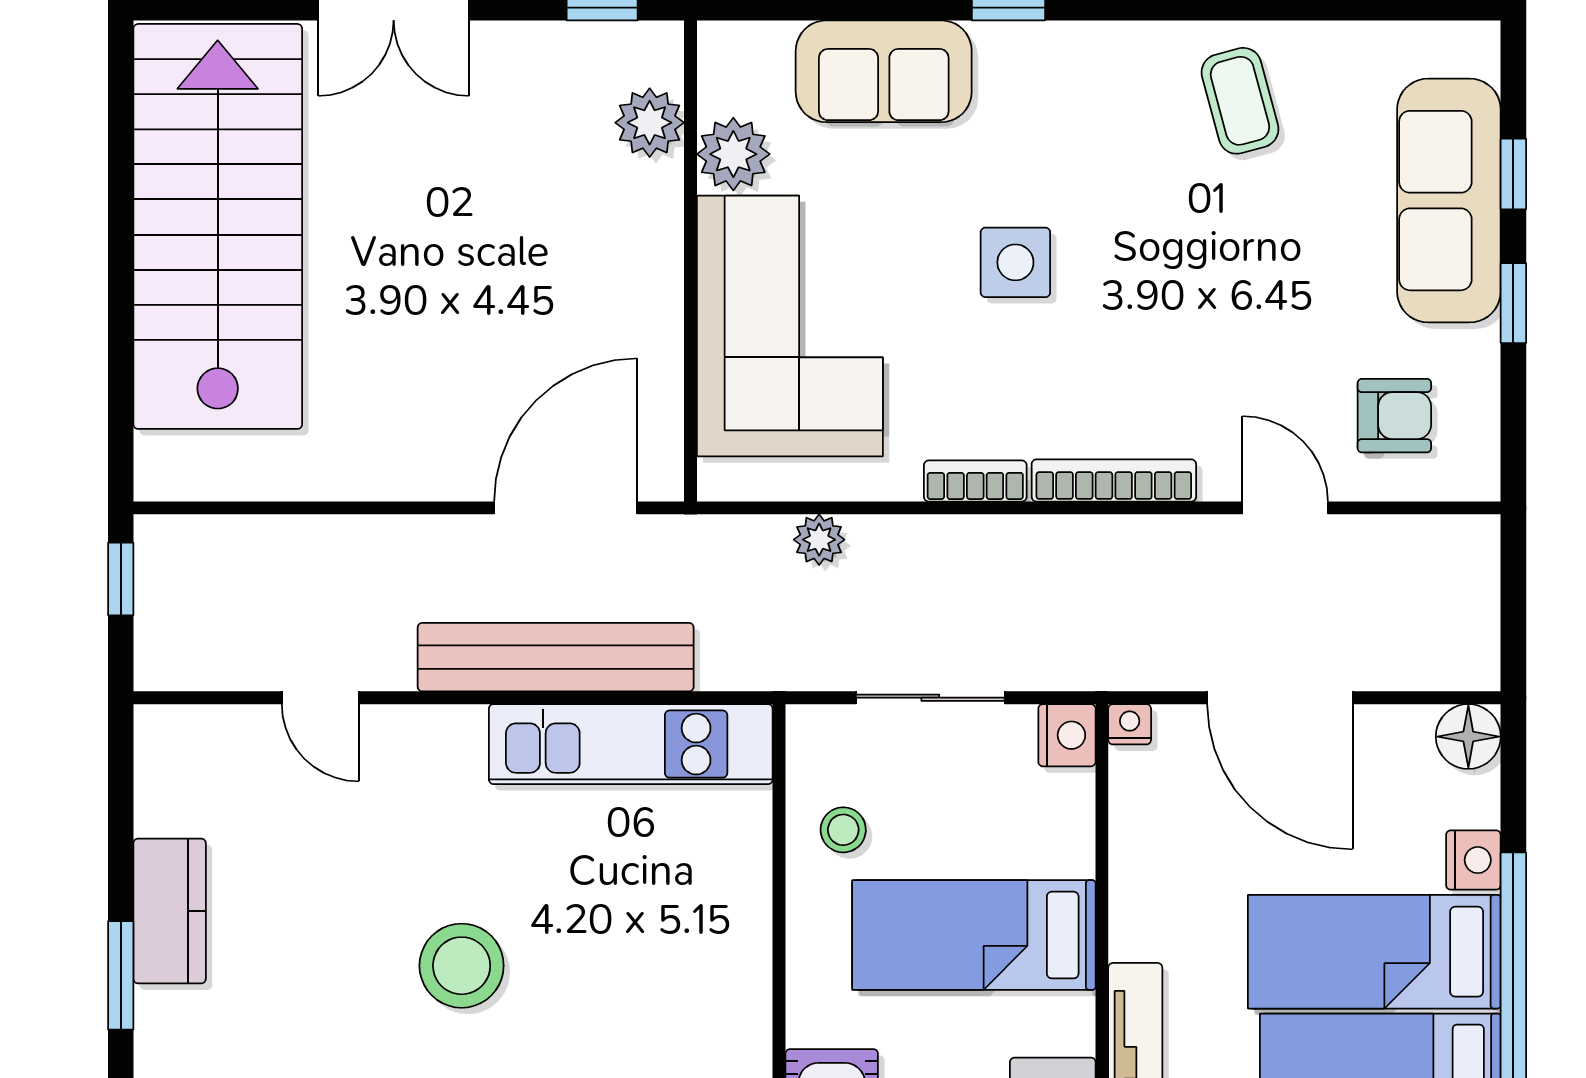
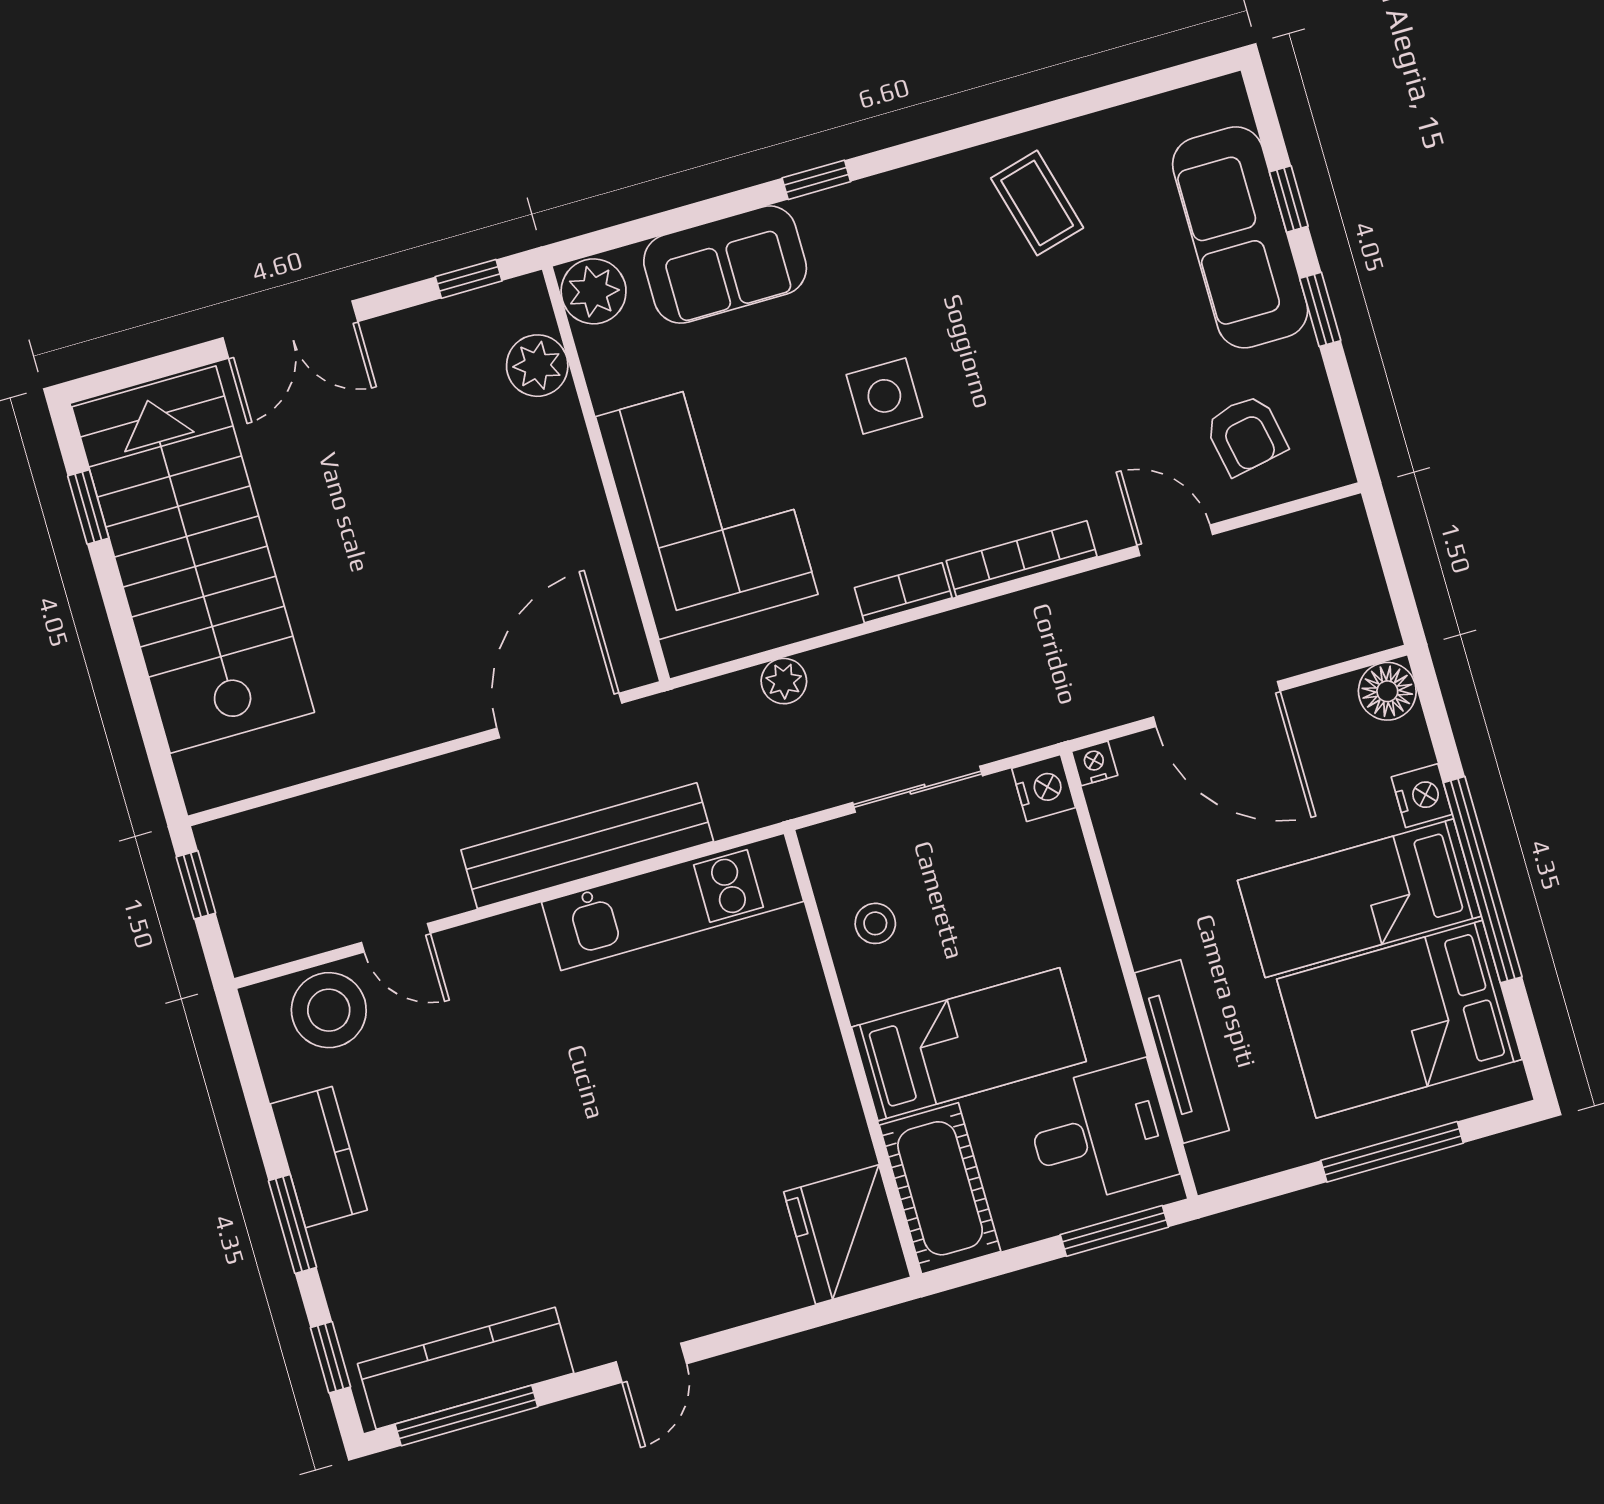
window: (121, 137) -> (88, 507), added
plant: (733, 154) -> (594, 291), moved
armchair: (1394, 416) -> (1246, 435), turned 79
bed: (974, 935) -> (969, 1044), moved, turned 180
stool: (462, 966) -> (329, 1010), moved

